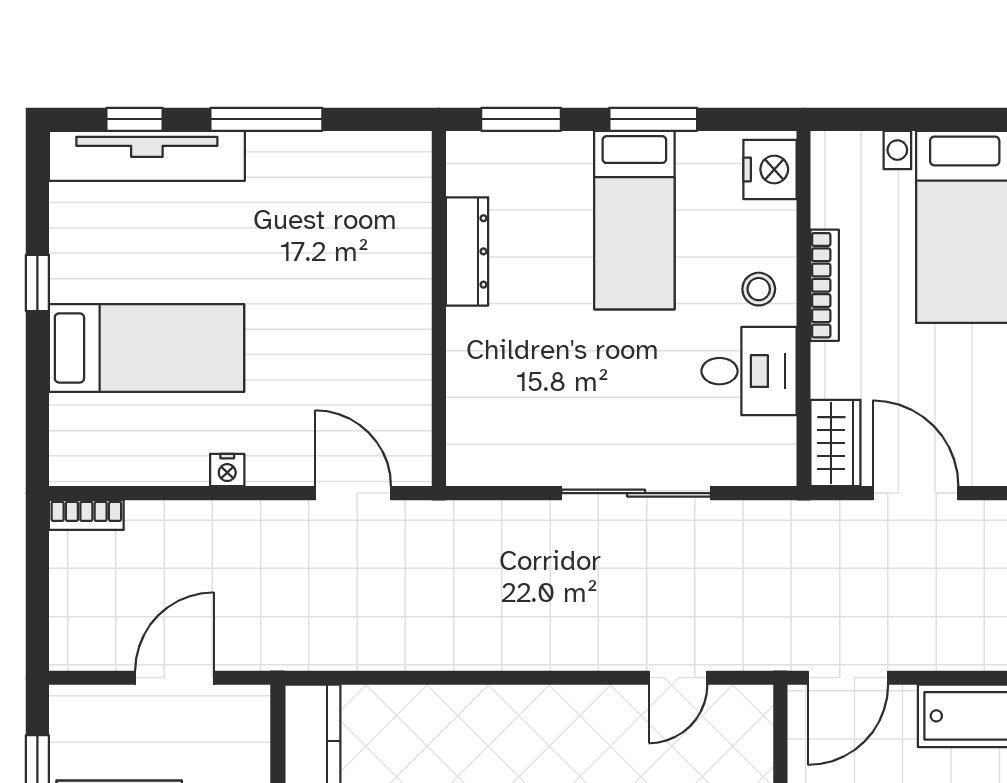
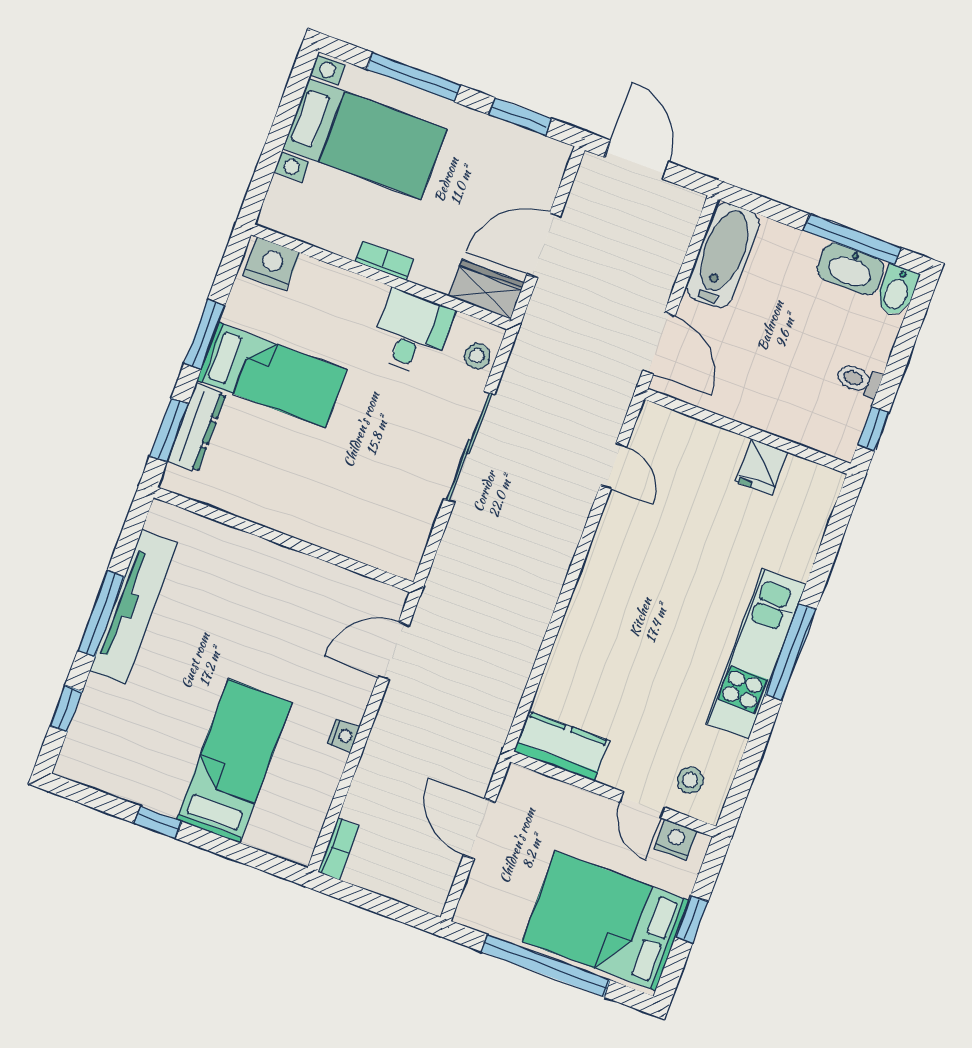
tv unit: (147, 156) -> (134, 607), moved
dresser: (467, 251) -> (197, 428), moved, turned 90
bookcase: (825, 285) -> (384, 261), width x0.64
stool: (759, 289) -> (477, 356), moved

